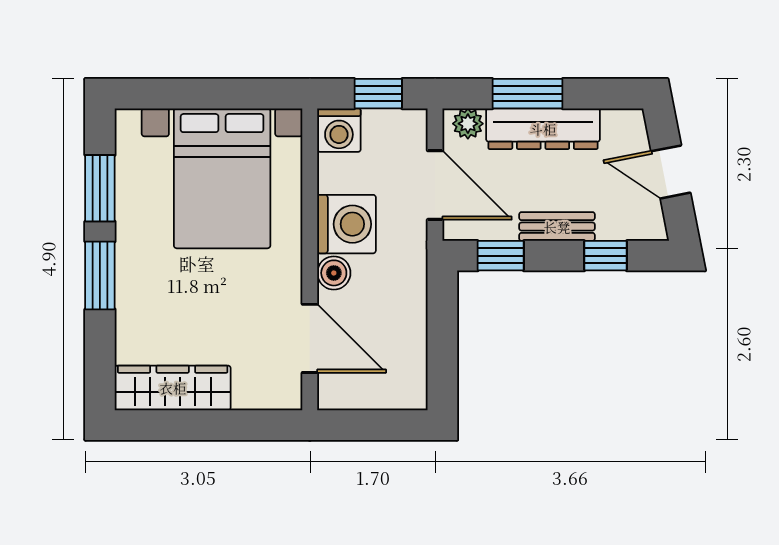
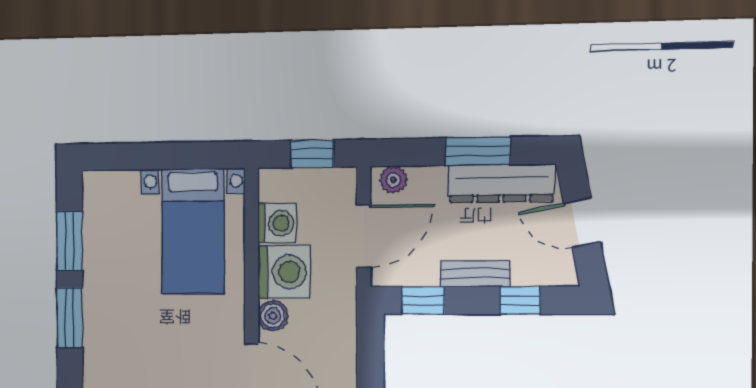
window: (528, 94) -> (478, 151), moved
dresser: (543, 129) -> (501, 183), moved
washing machine: (339, 130) -> (277, 223), moved, turned -90
bed with nightstands: (222, 178) -> (193, 231), width x0.73
door: (435, 185) -> (363, 236), hinge flipped

